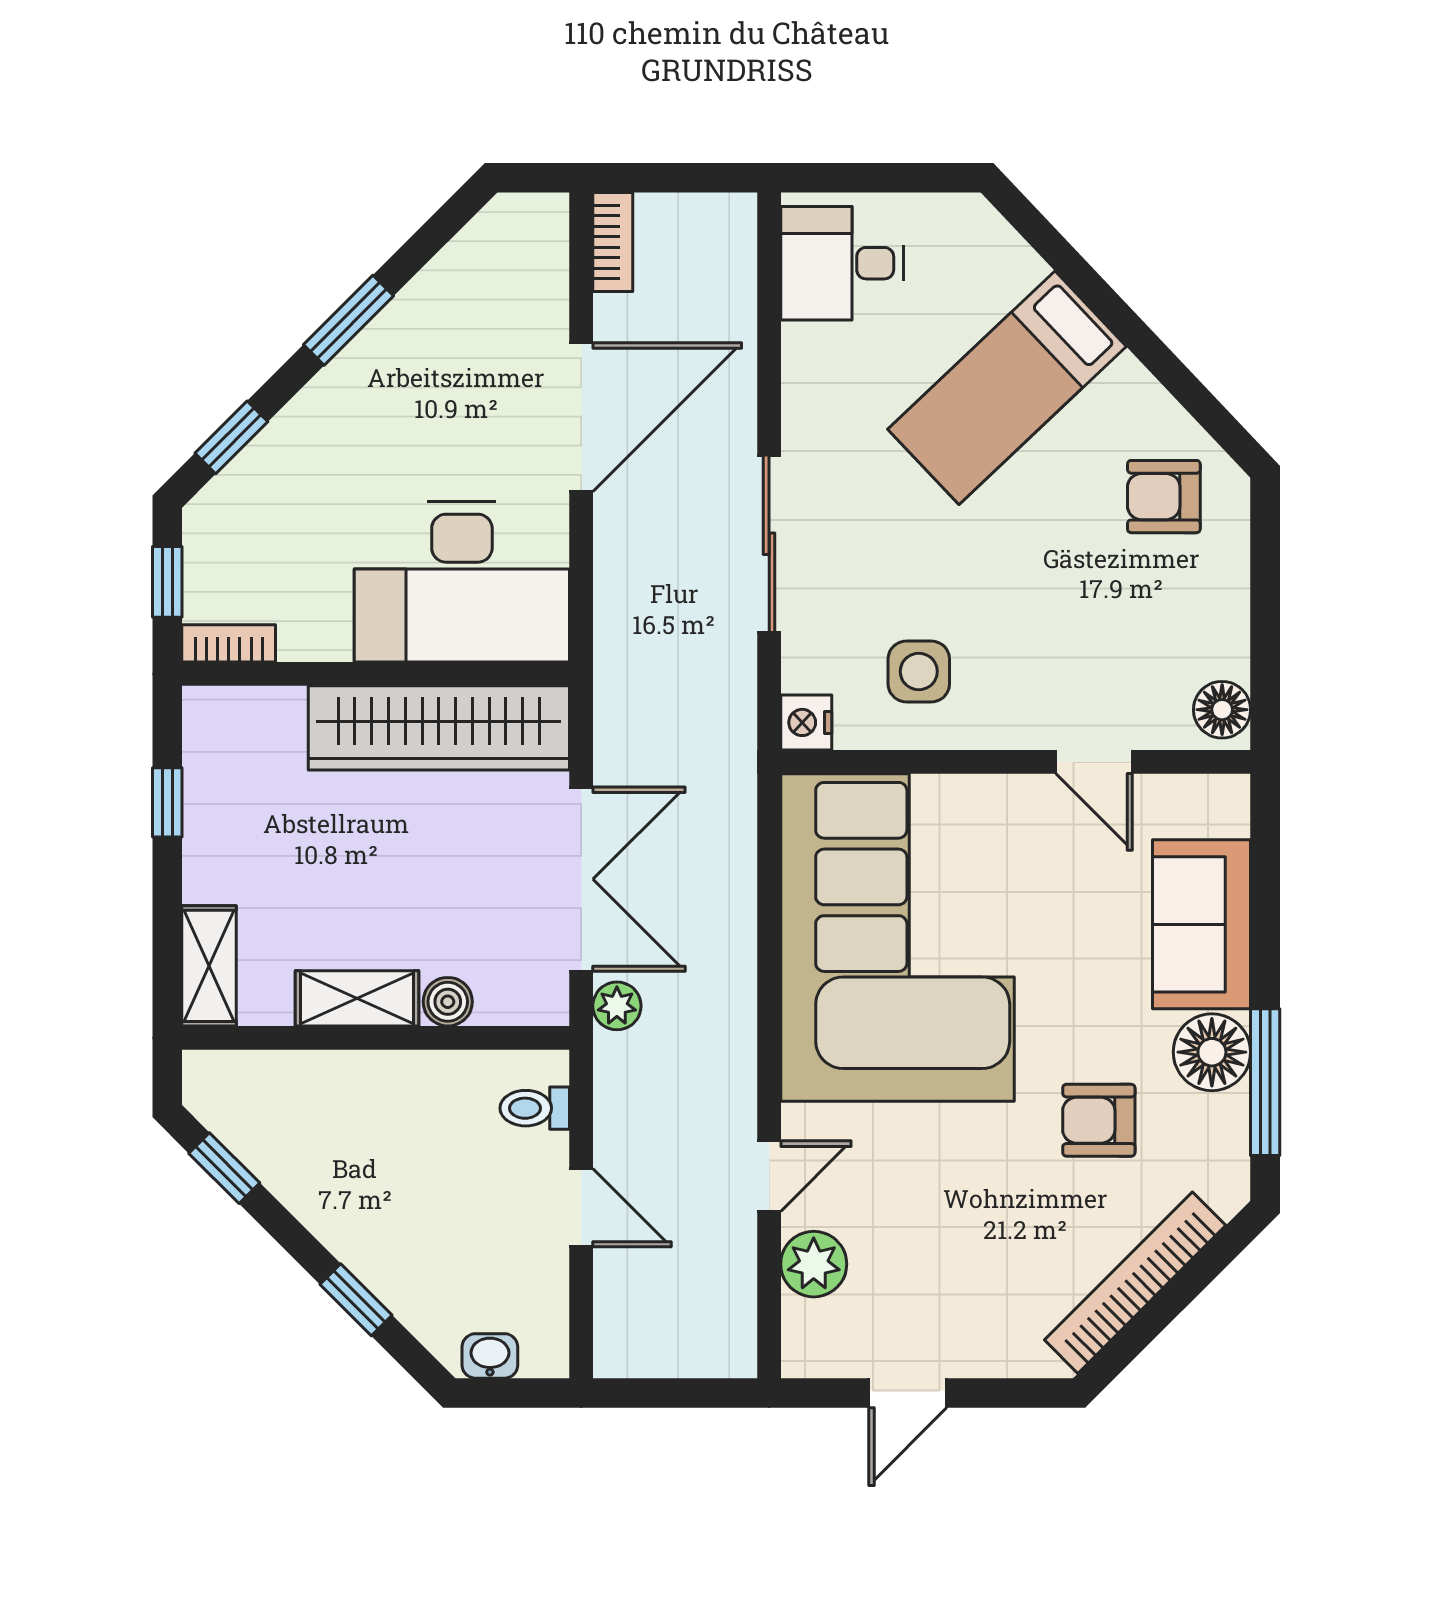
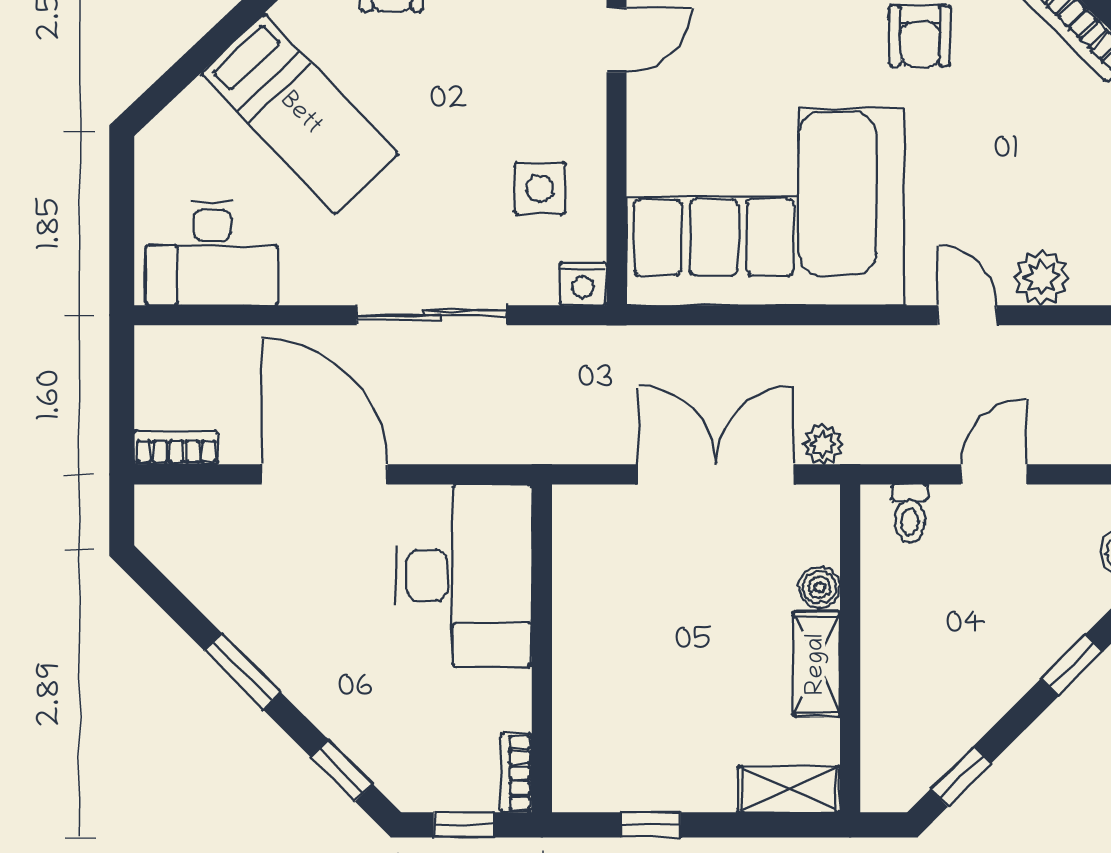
desk: (842, 263) -> (212, 253), width x1.37
wardrobe: (439, 728) -> (588, 595), removed

